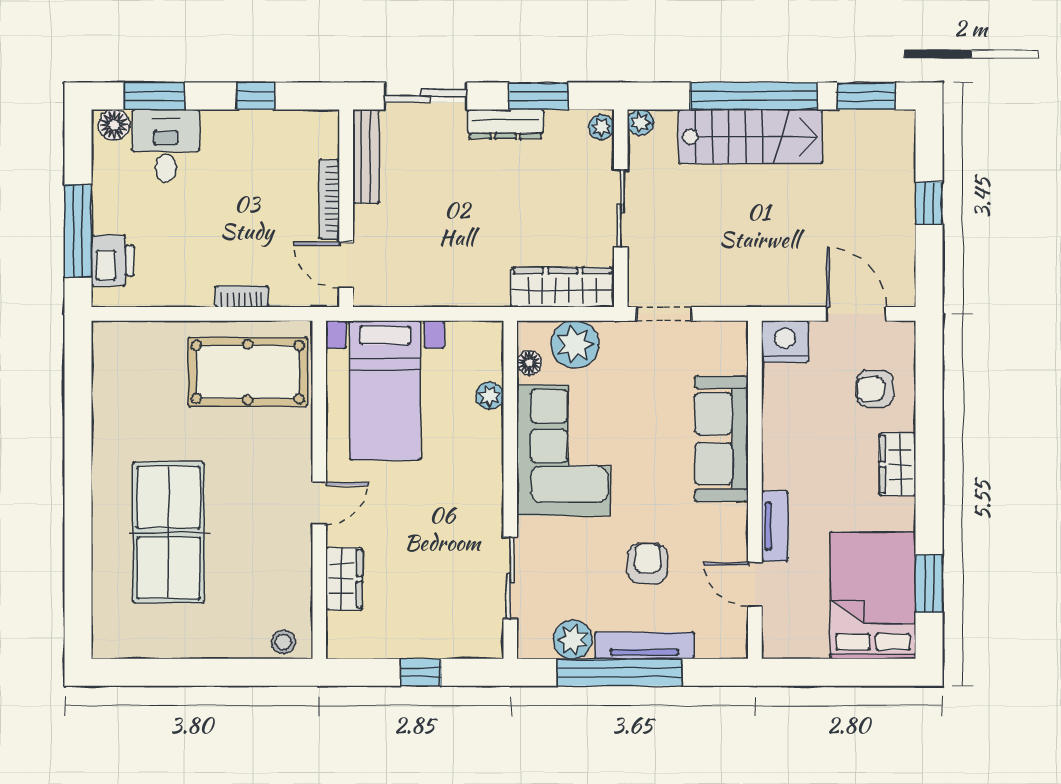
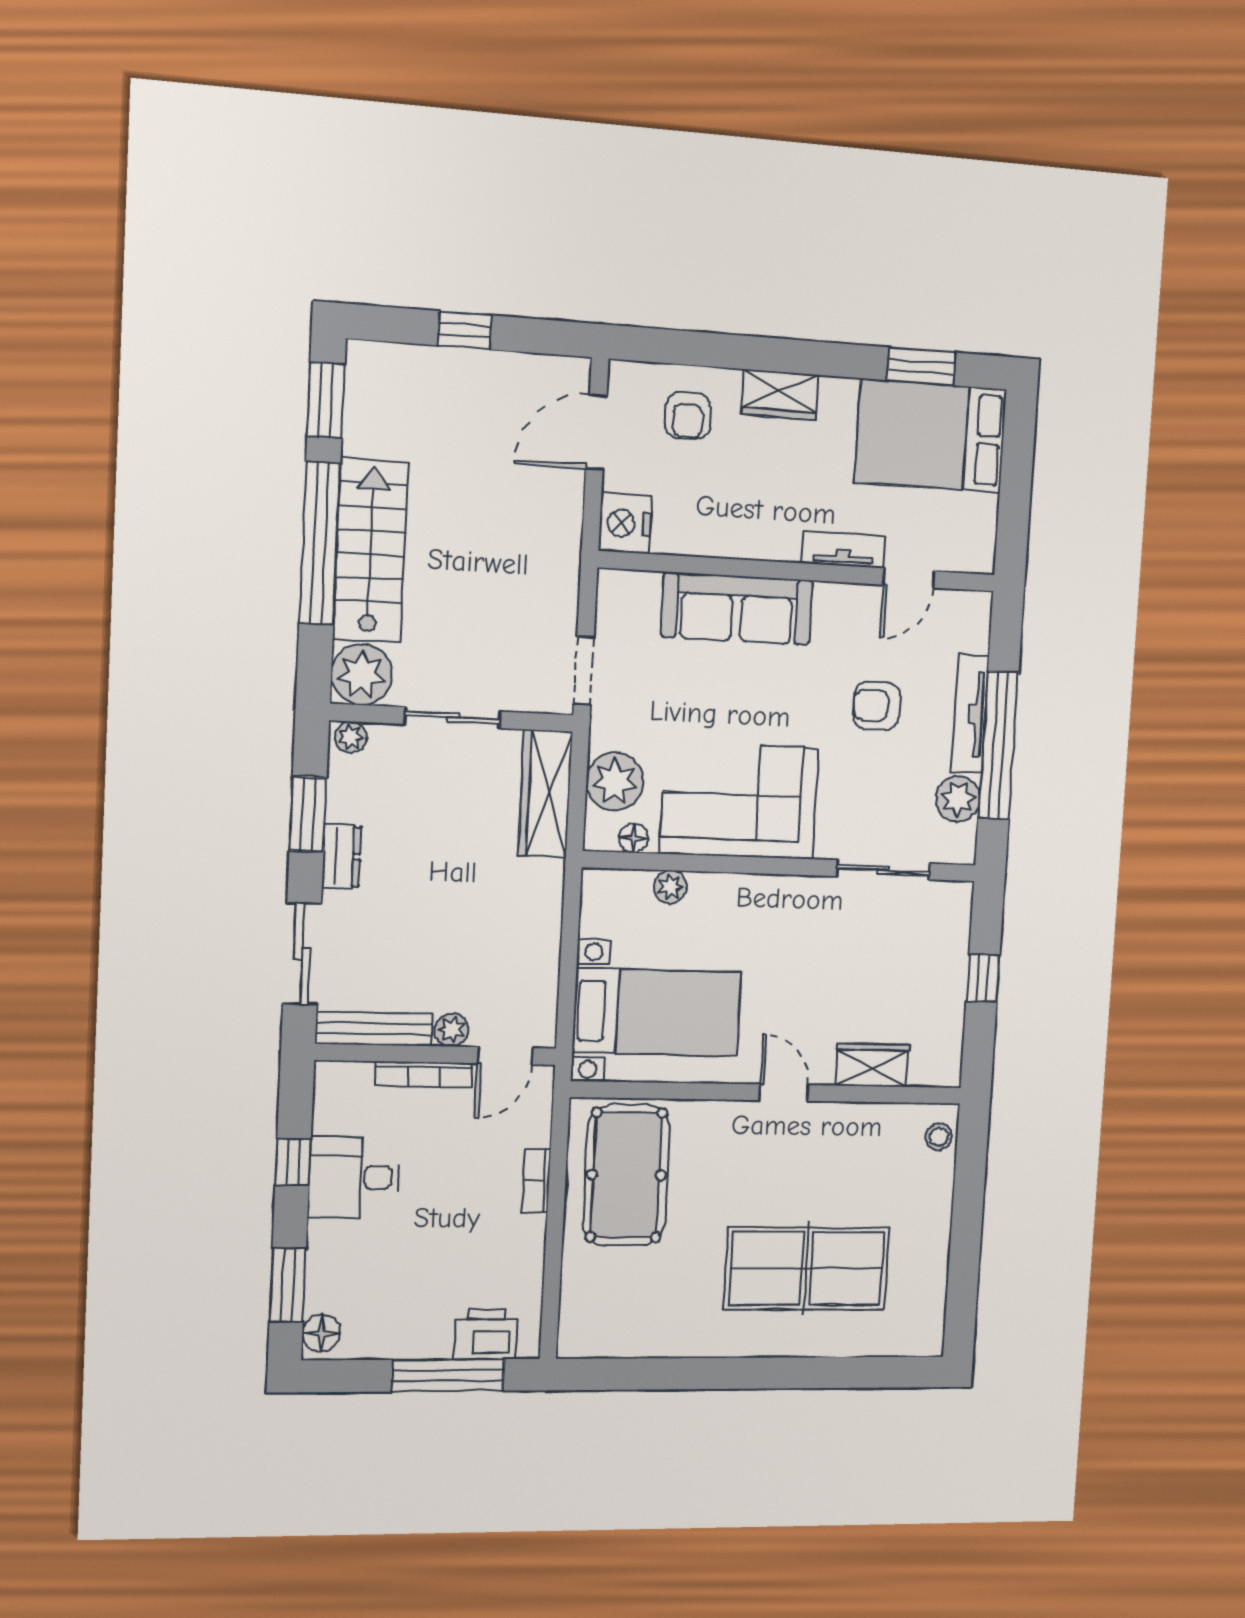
plant: (640, 122) -> (362, 675), width x1.87, depth x1.87
dresser: (505, 124) -> (341, 856), width x0.70
desk: (166, 146) -> (354, 1177), moved
plant: (367, 220) -> (452, 1030), added

